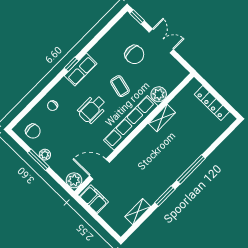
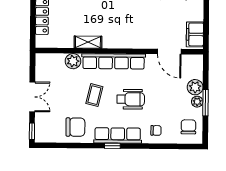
double door: (161, 41) -> (32, 97), swing flipped
chair: (134, 54) -> (75, 127), moved, turned 90
row of seats: (81, 70) -> (118, 136), width x1.48
plant: (74, 180) -> (195, 87), moved

